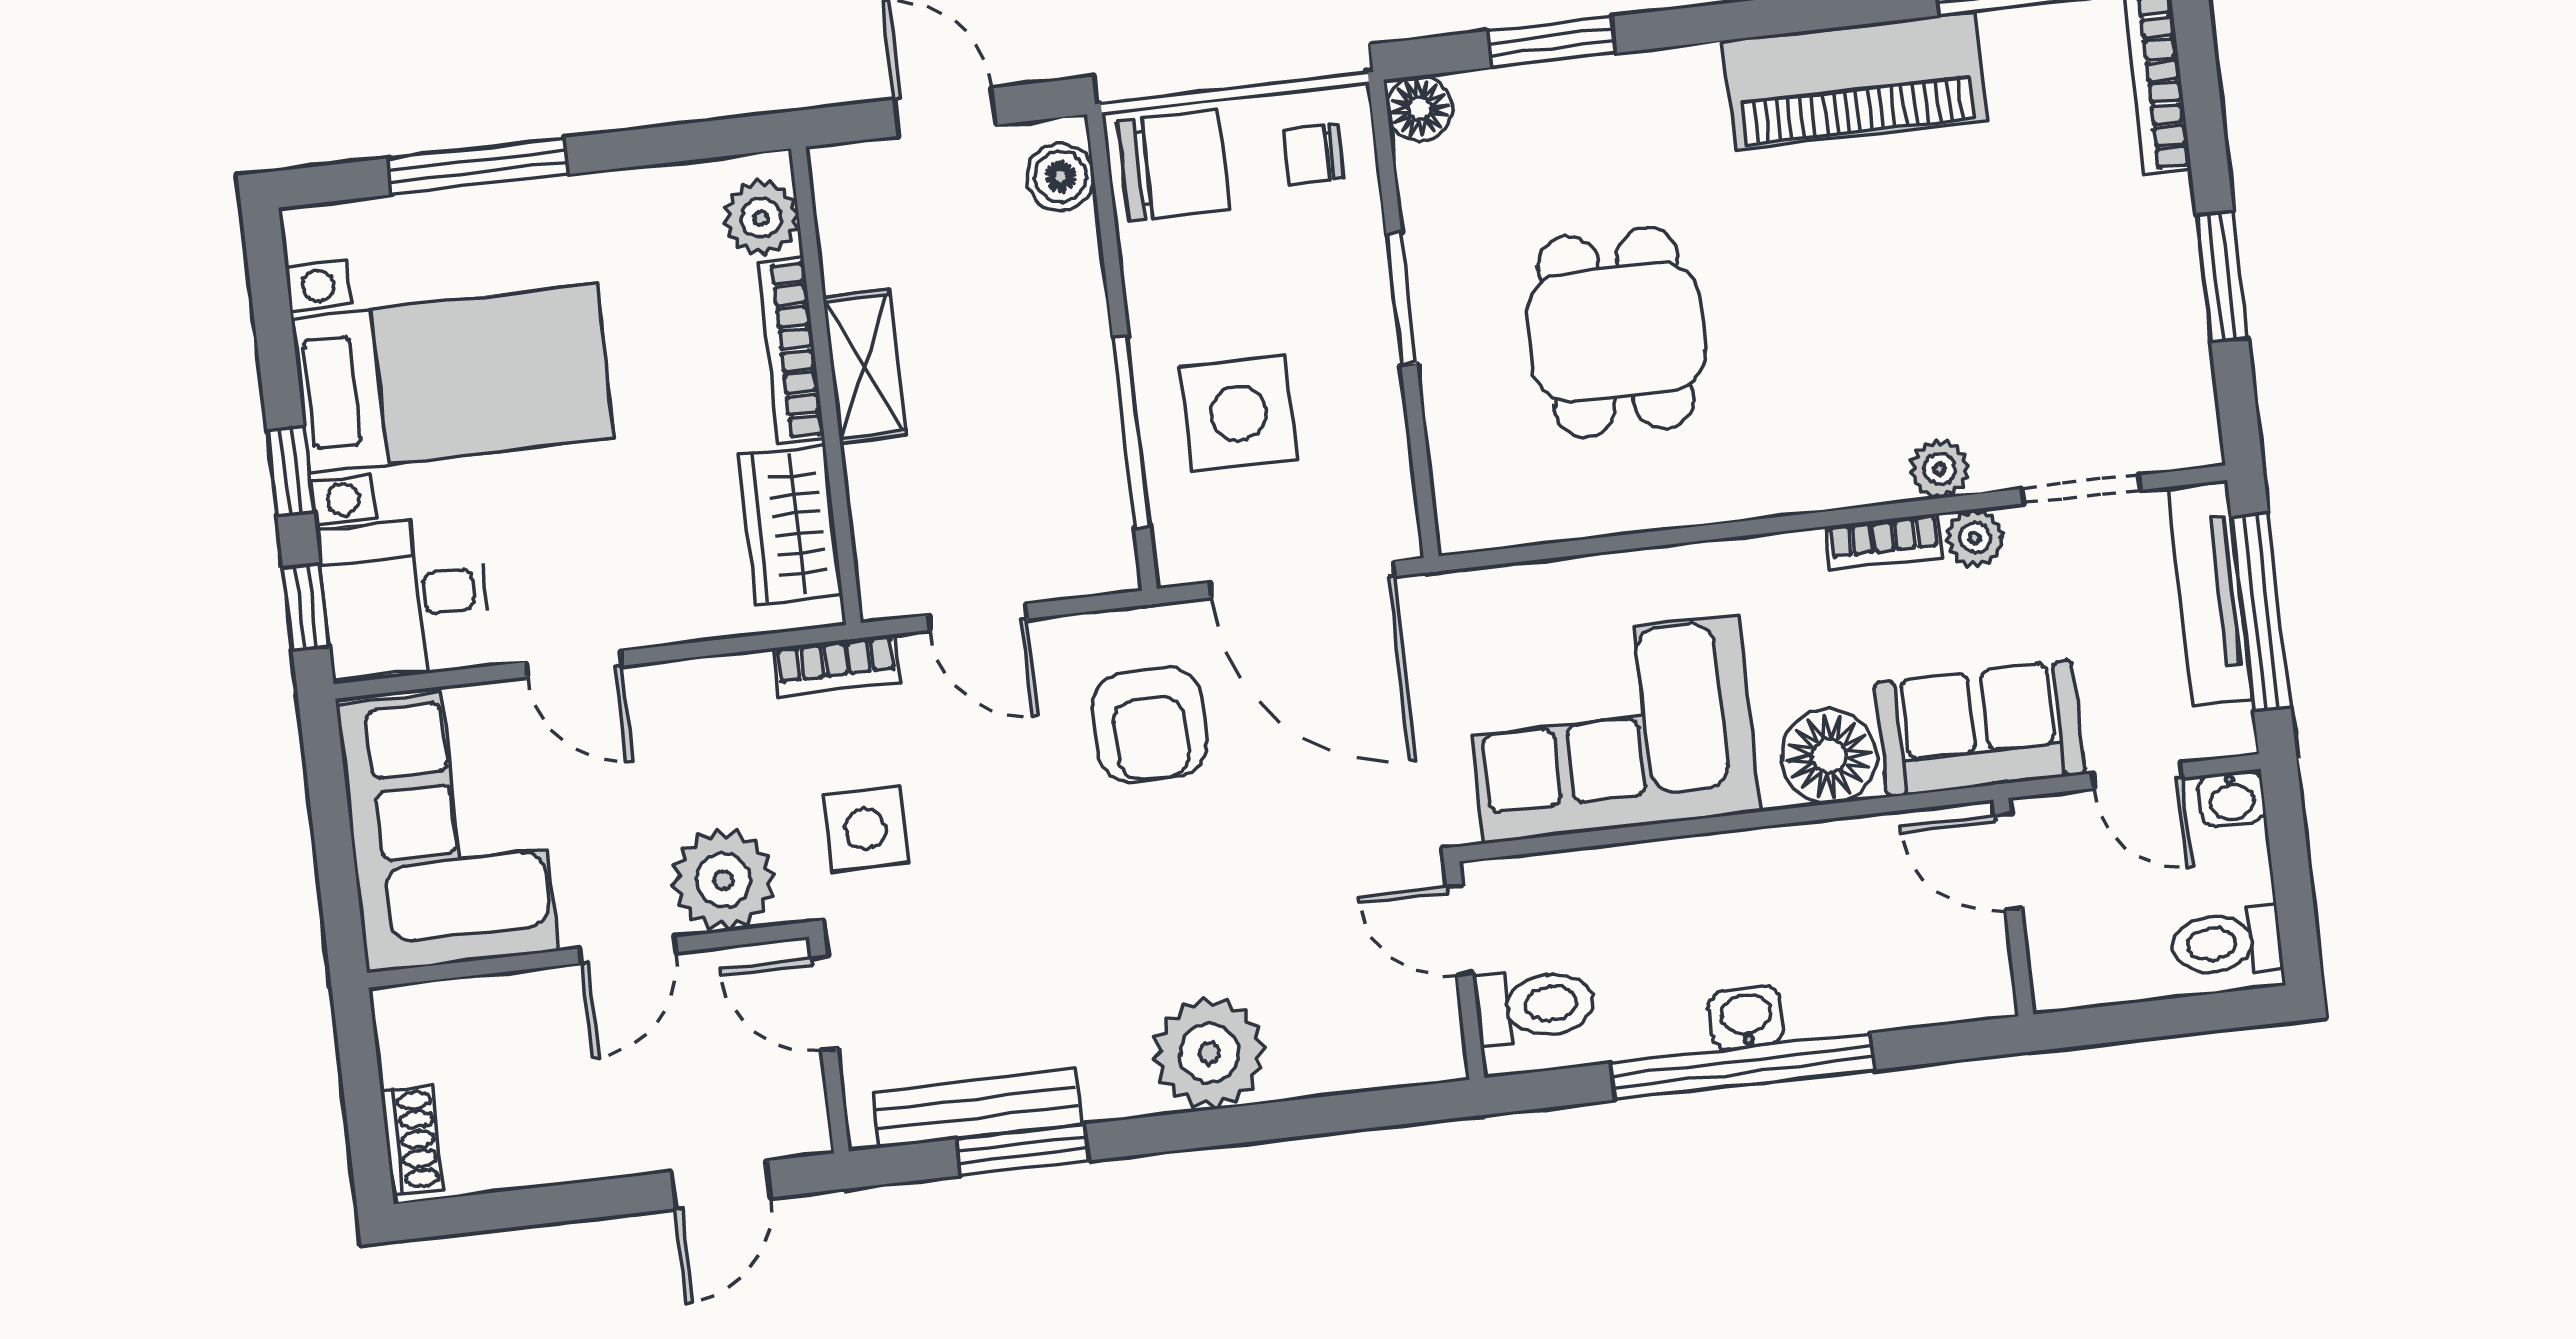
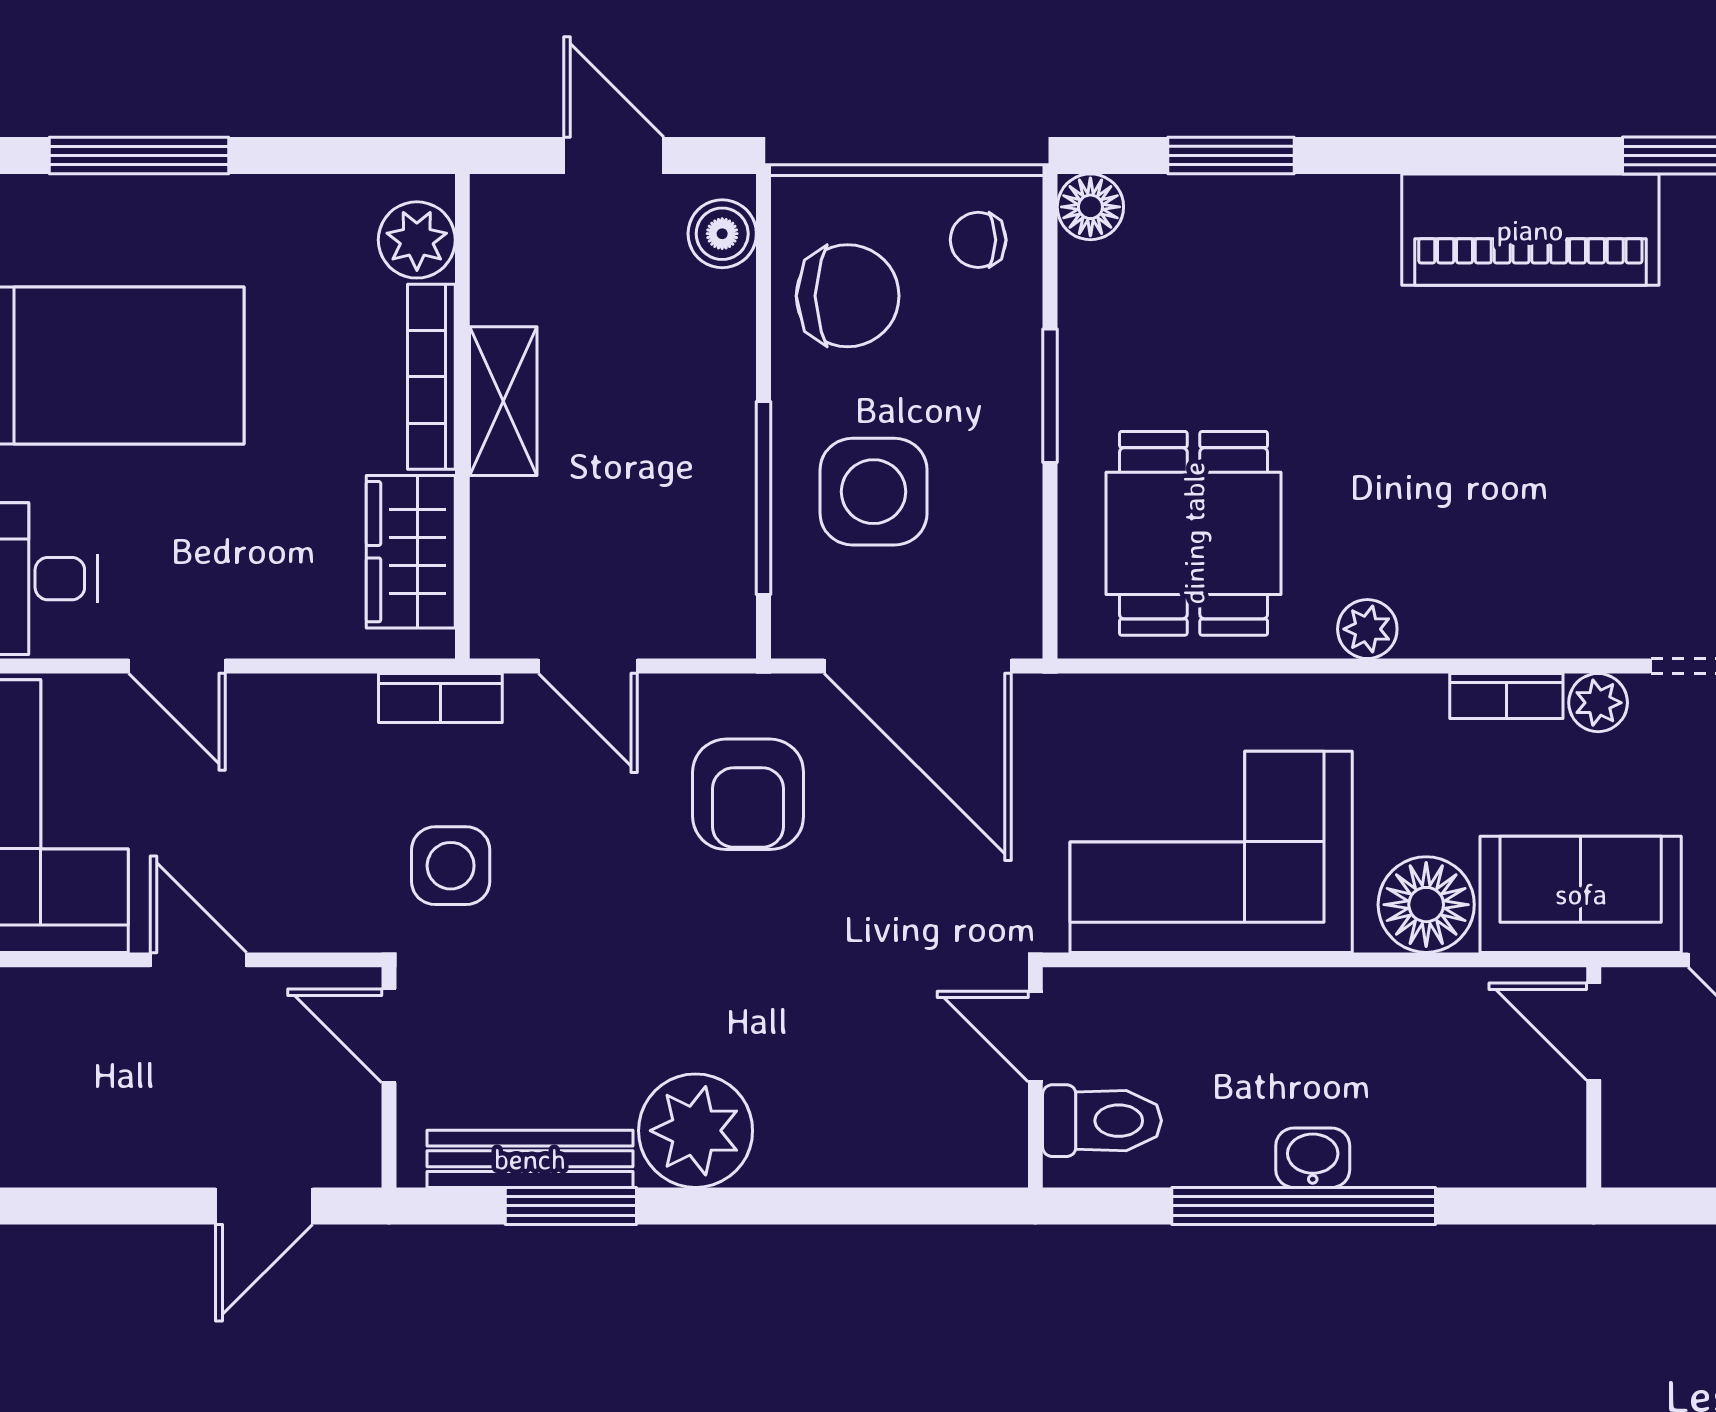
chair: (1173, 165) -> (848, 296), moved
dining table: (1616, 332) -> (1194, 533), moved
plant: (1939, 469) -> (1367, 629), moved
plant: (723, 880) -> (302, 900), removed
door: (628, 950) -> (198, 960), swing flipped
plant: (1209, 1053) -> (696, 1131), moved

